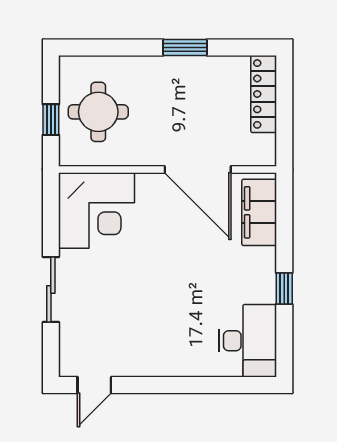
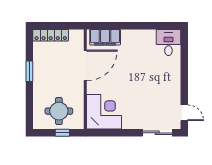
window: (284, 288) -> (140, 26), removed
sliding door: (51, 289) -> (157, 133), moved
desk: (248, 341) -> (168, 42), width x0.73

